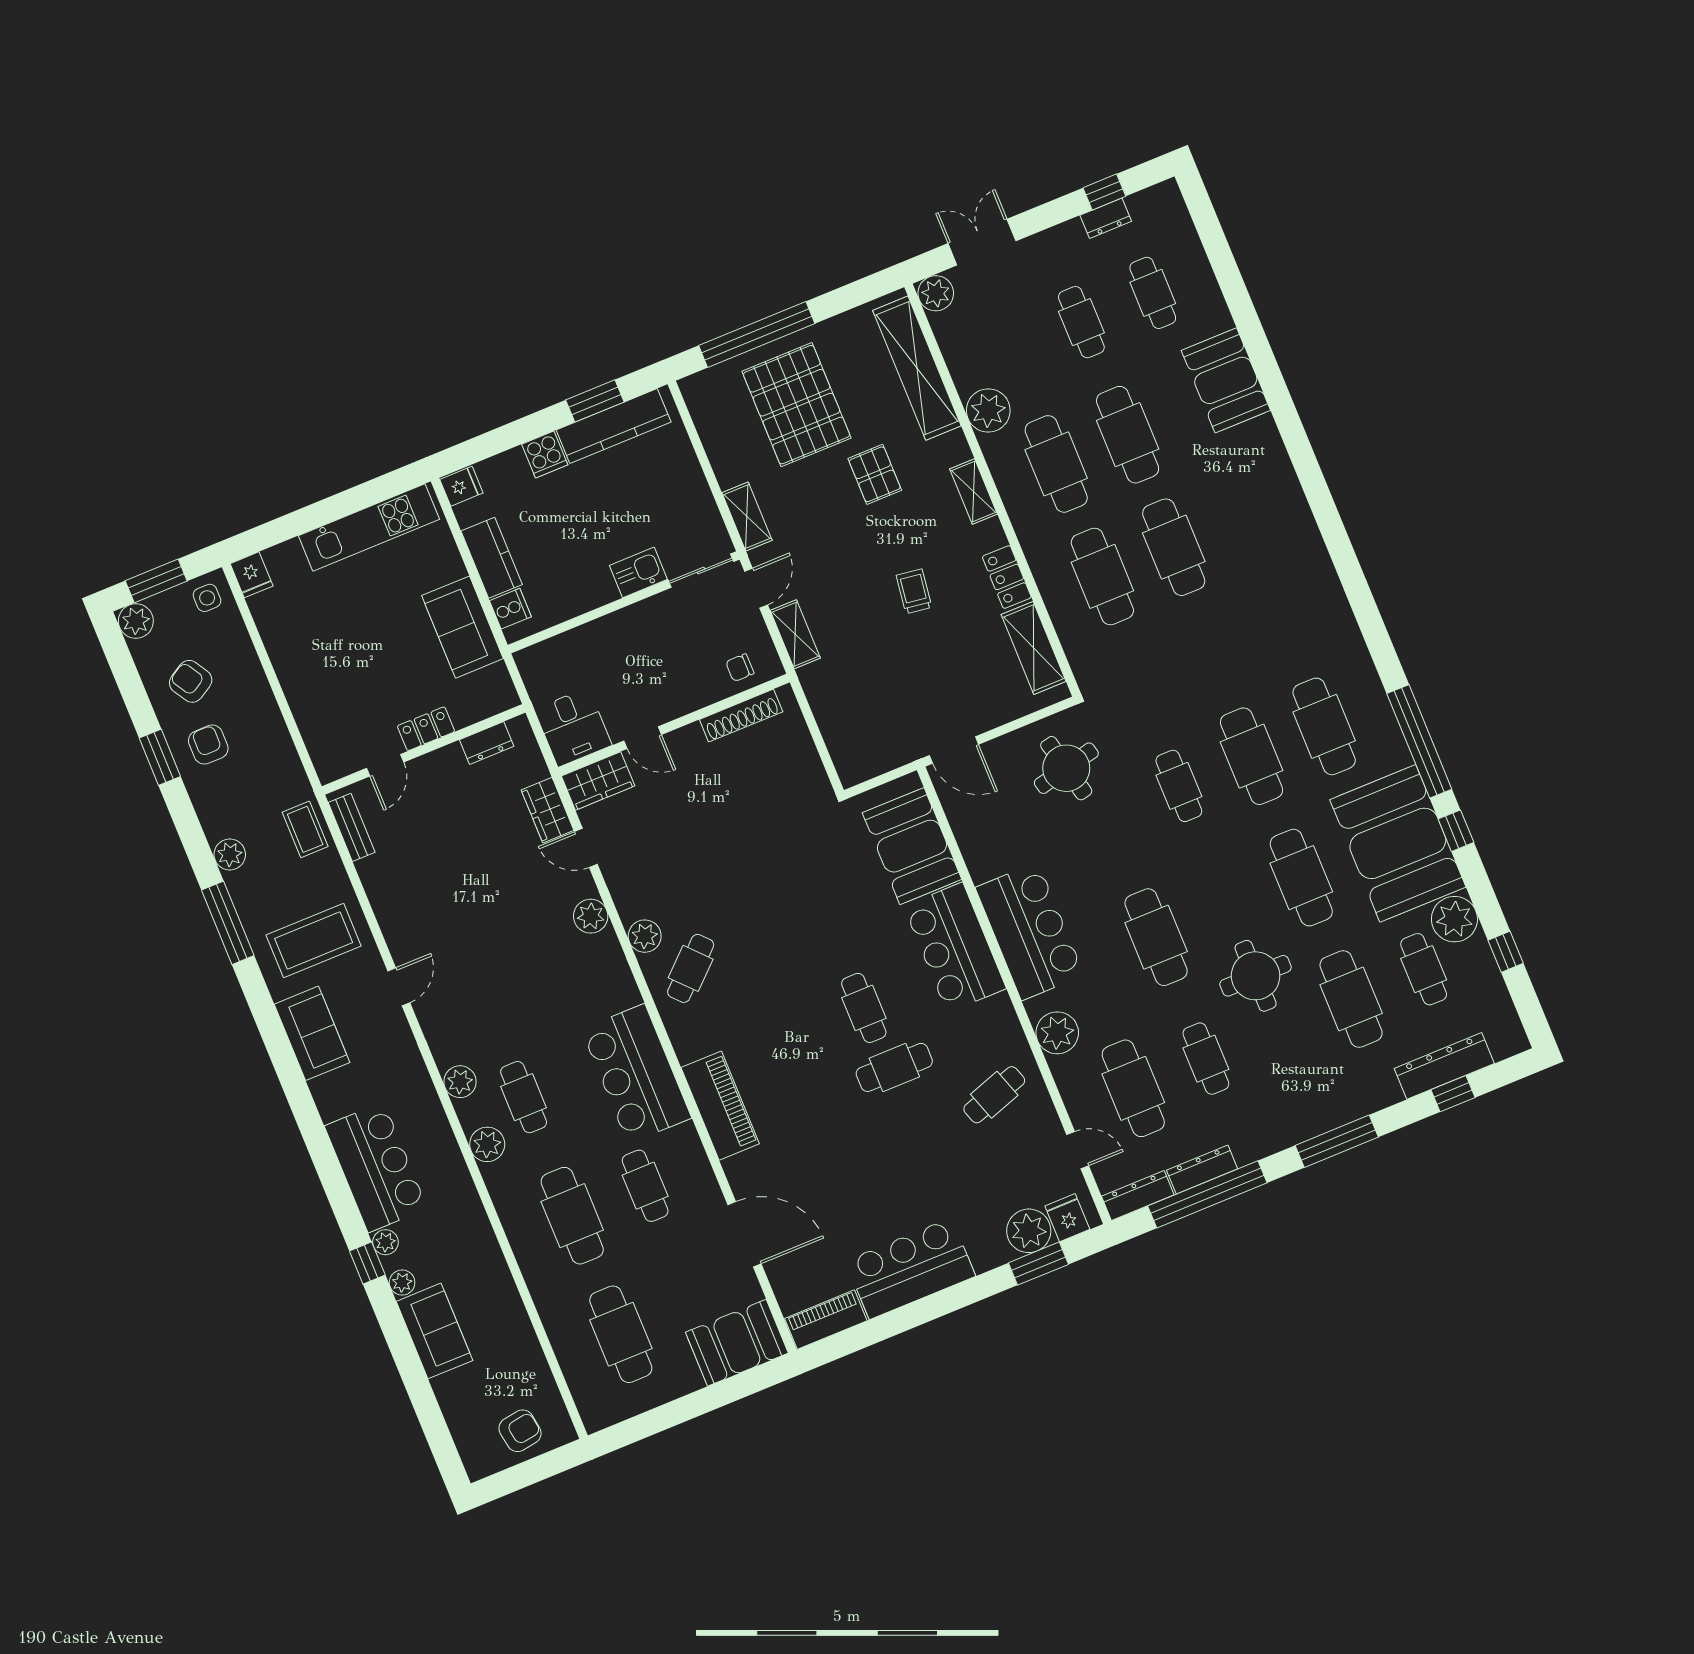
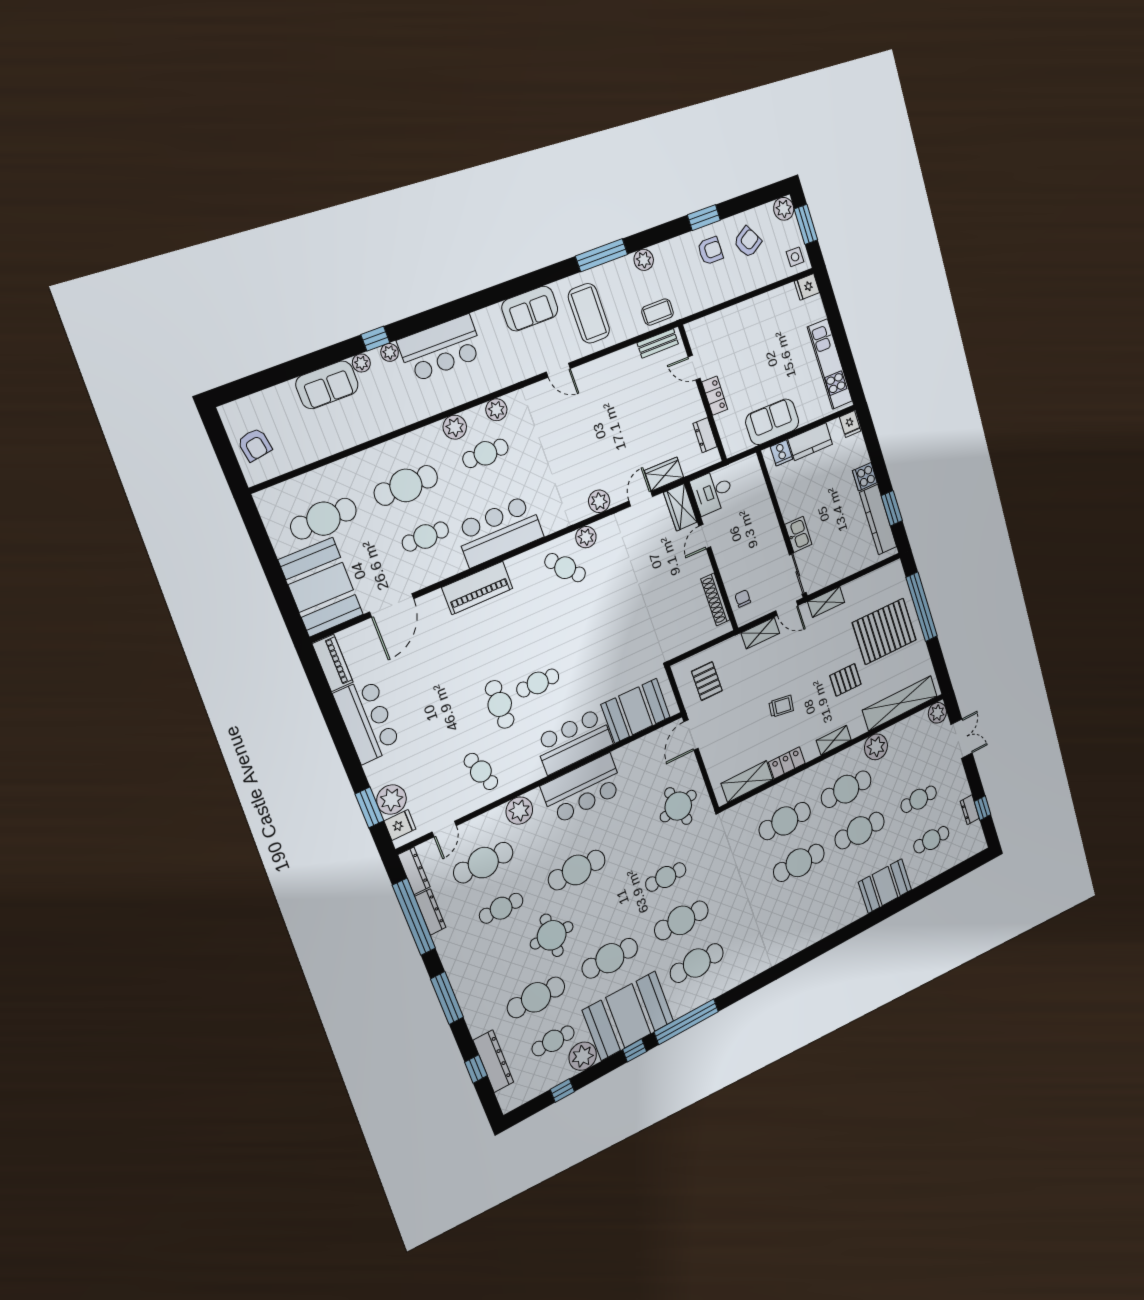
pallet: (869, 726) -> (707, 681), added
booth: (737, 1343) -> (321, 587), width x1.36, depth x1.42

